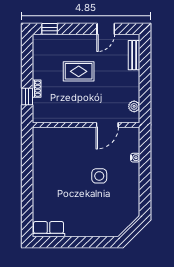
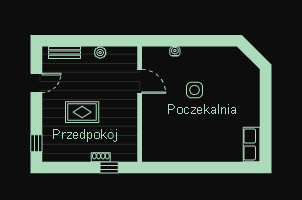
door: (106, 29) -> (36, 83), hinge flipped
rug: (79, 71) -> (82, 112), turned 90
plant: (134, 106) -> (100, 53), moved

